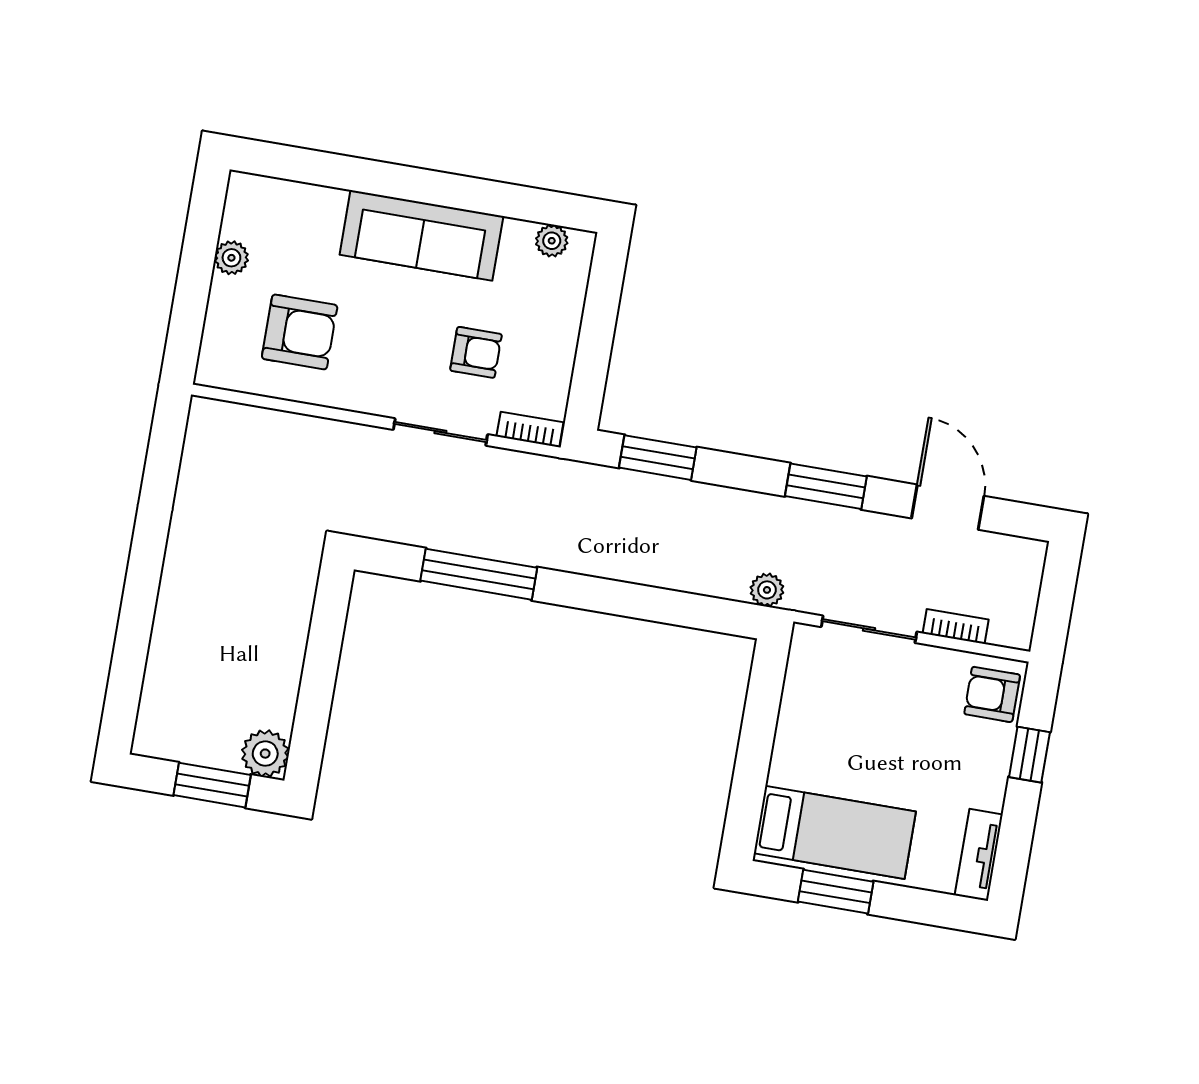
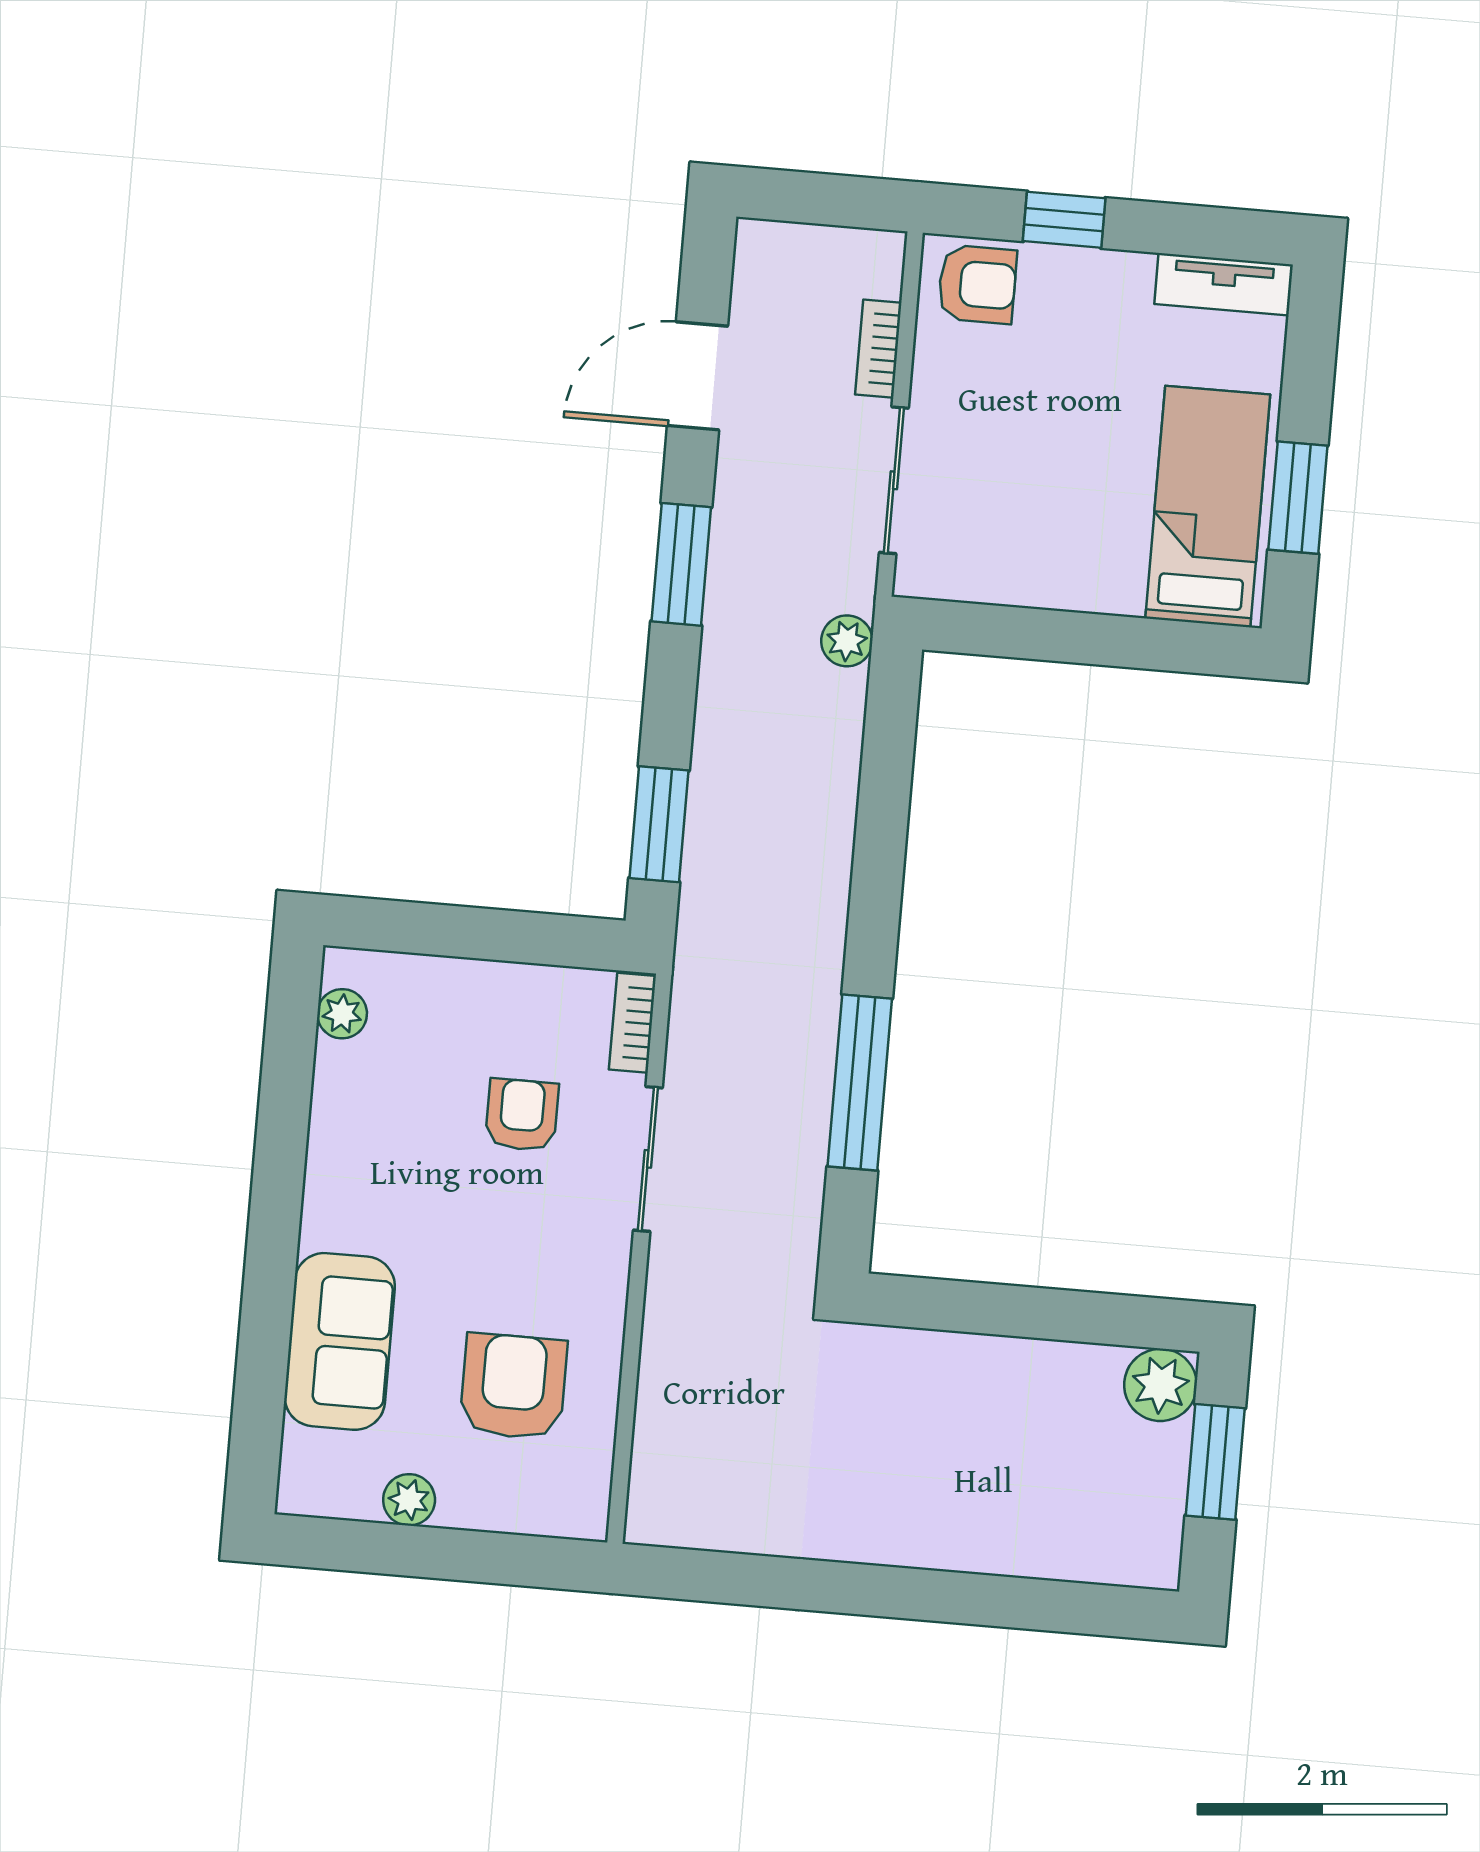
sofa: (421, 235) -> (340, 1341), moved, width x0.73
armchair: (992, 694) -> (977, 284), turned -90

